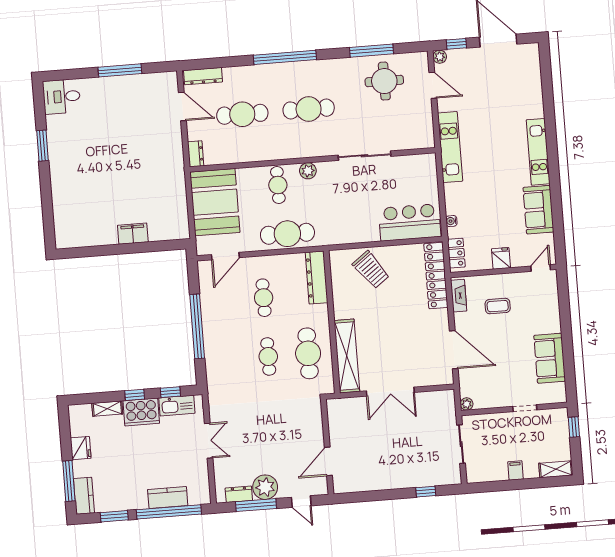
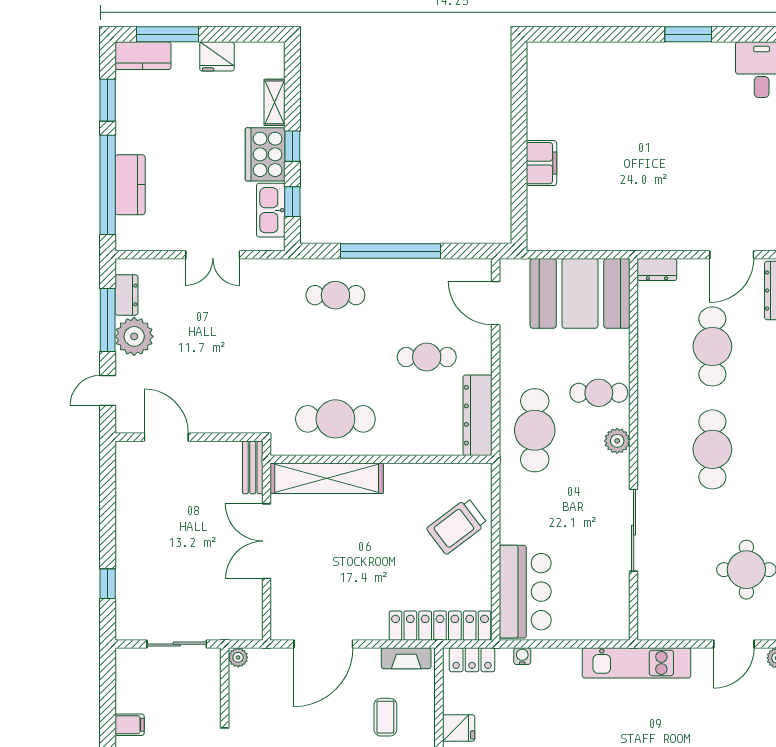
cafe table: (287, 234) -> (535, 430), moved
dresser: (317, 277) -> (478, 415), moved, turned -90
cafe table: (268, 357) -> (335, 295), moved
bench: (343, 404) -> (253, 467), added

